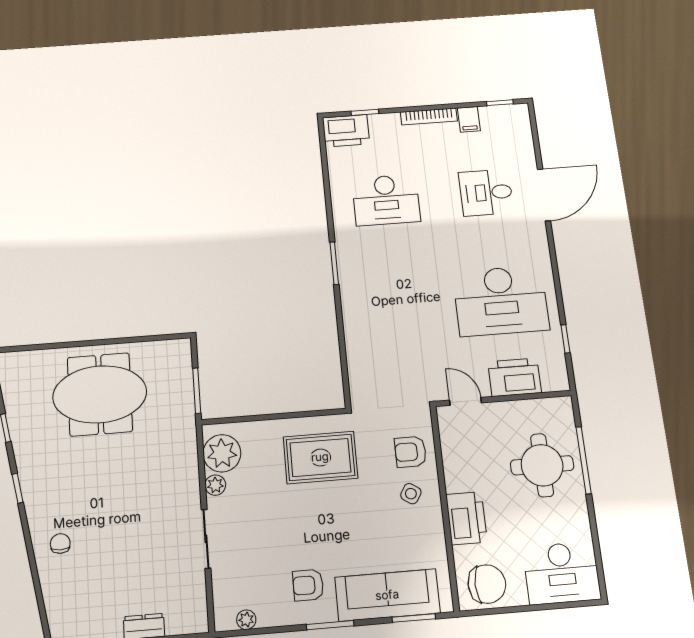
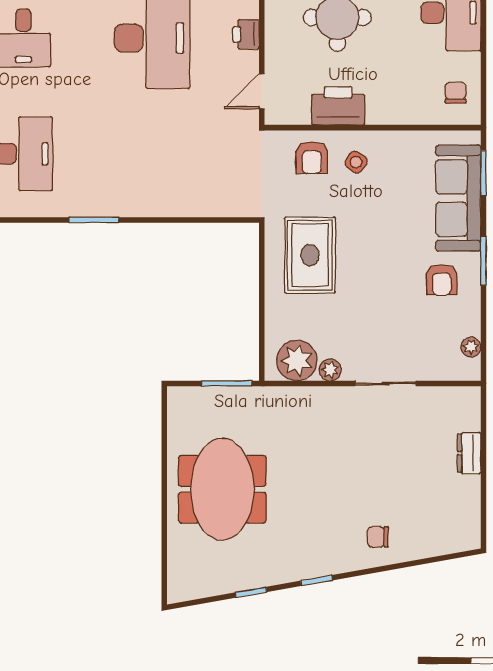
printer: (515, 377) -> (246, 34), width x0.53, depth x0.68
printer: (466, 518) -> (338, 106), moved
chair: (487, 584) -> (456, 93), width x0.54, depth x0.54

